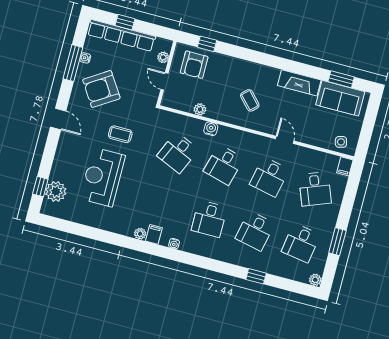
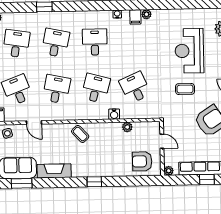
window: (207, 44) -> (94, 182), moved
plant: (163, 57) -> (169, 171), moved
armchair: (194, 65) -> (142, 161), turned -90
coffee table: (250, 100) -> (80, 134), moved
door: (285, 140) -> (34, 122), moved
desk: (178, 153) -> (135, 88), turned -48
reception desk: (103, 177) -> (189, 51), turned 180

